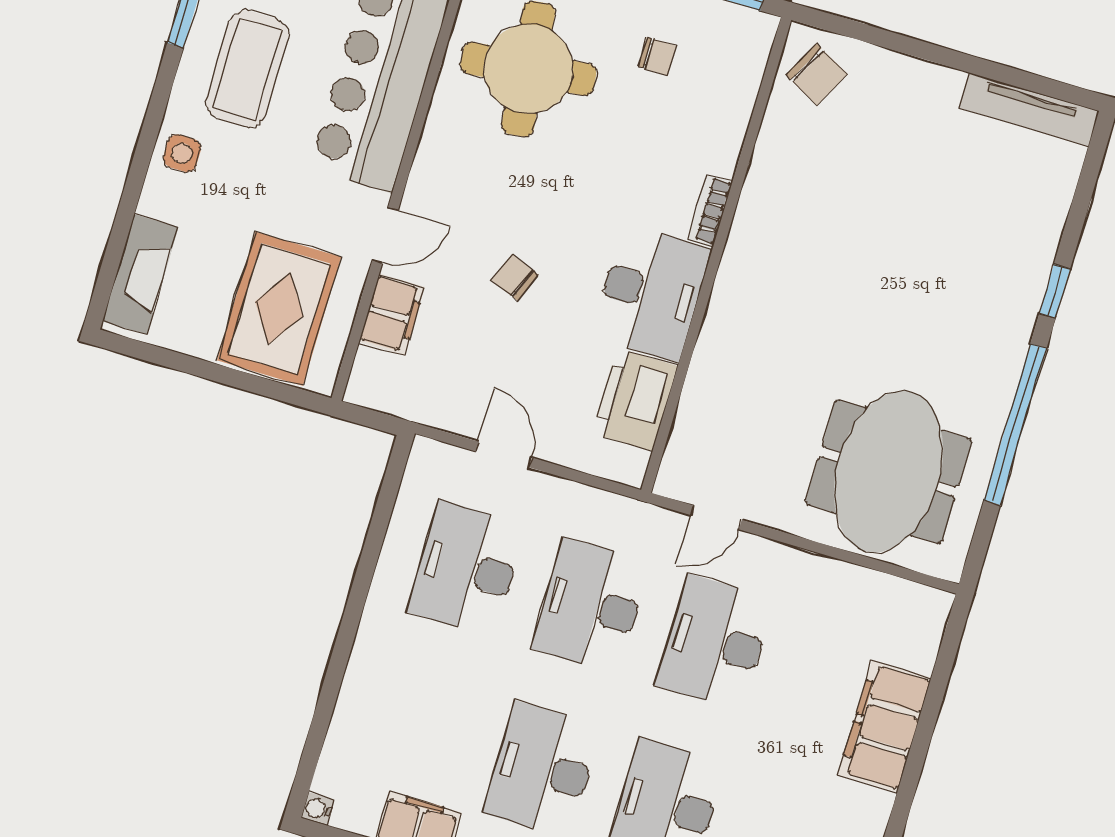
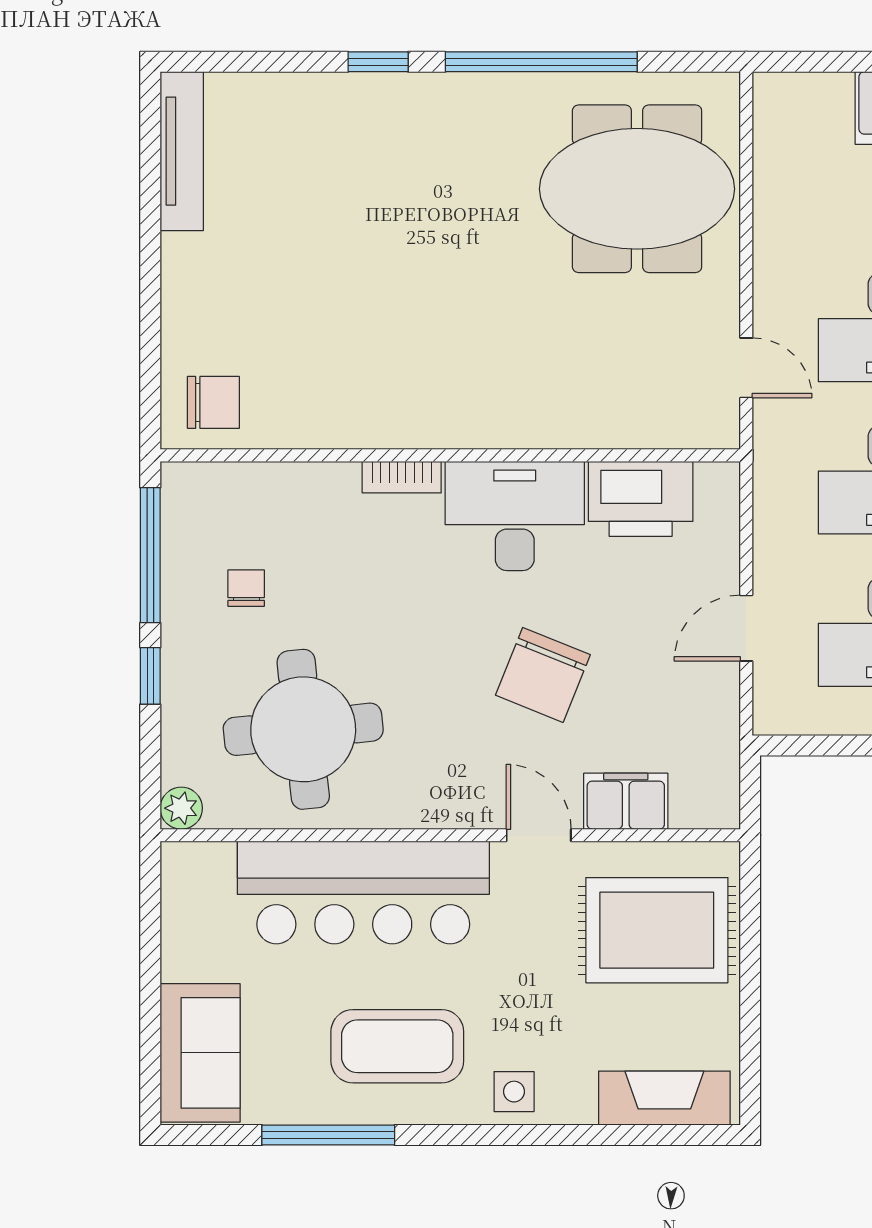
chair: (817, 75) -> (213, 402), turned 62
chair: (515, 277) -> (543, 675), width x1.87, depth x1.87

